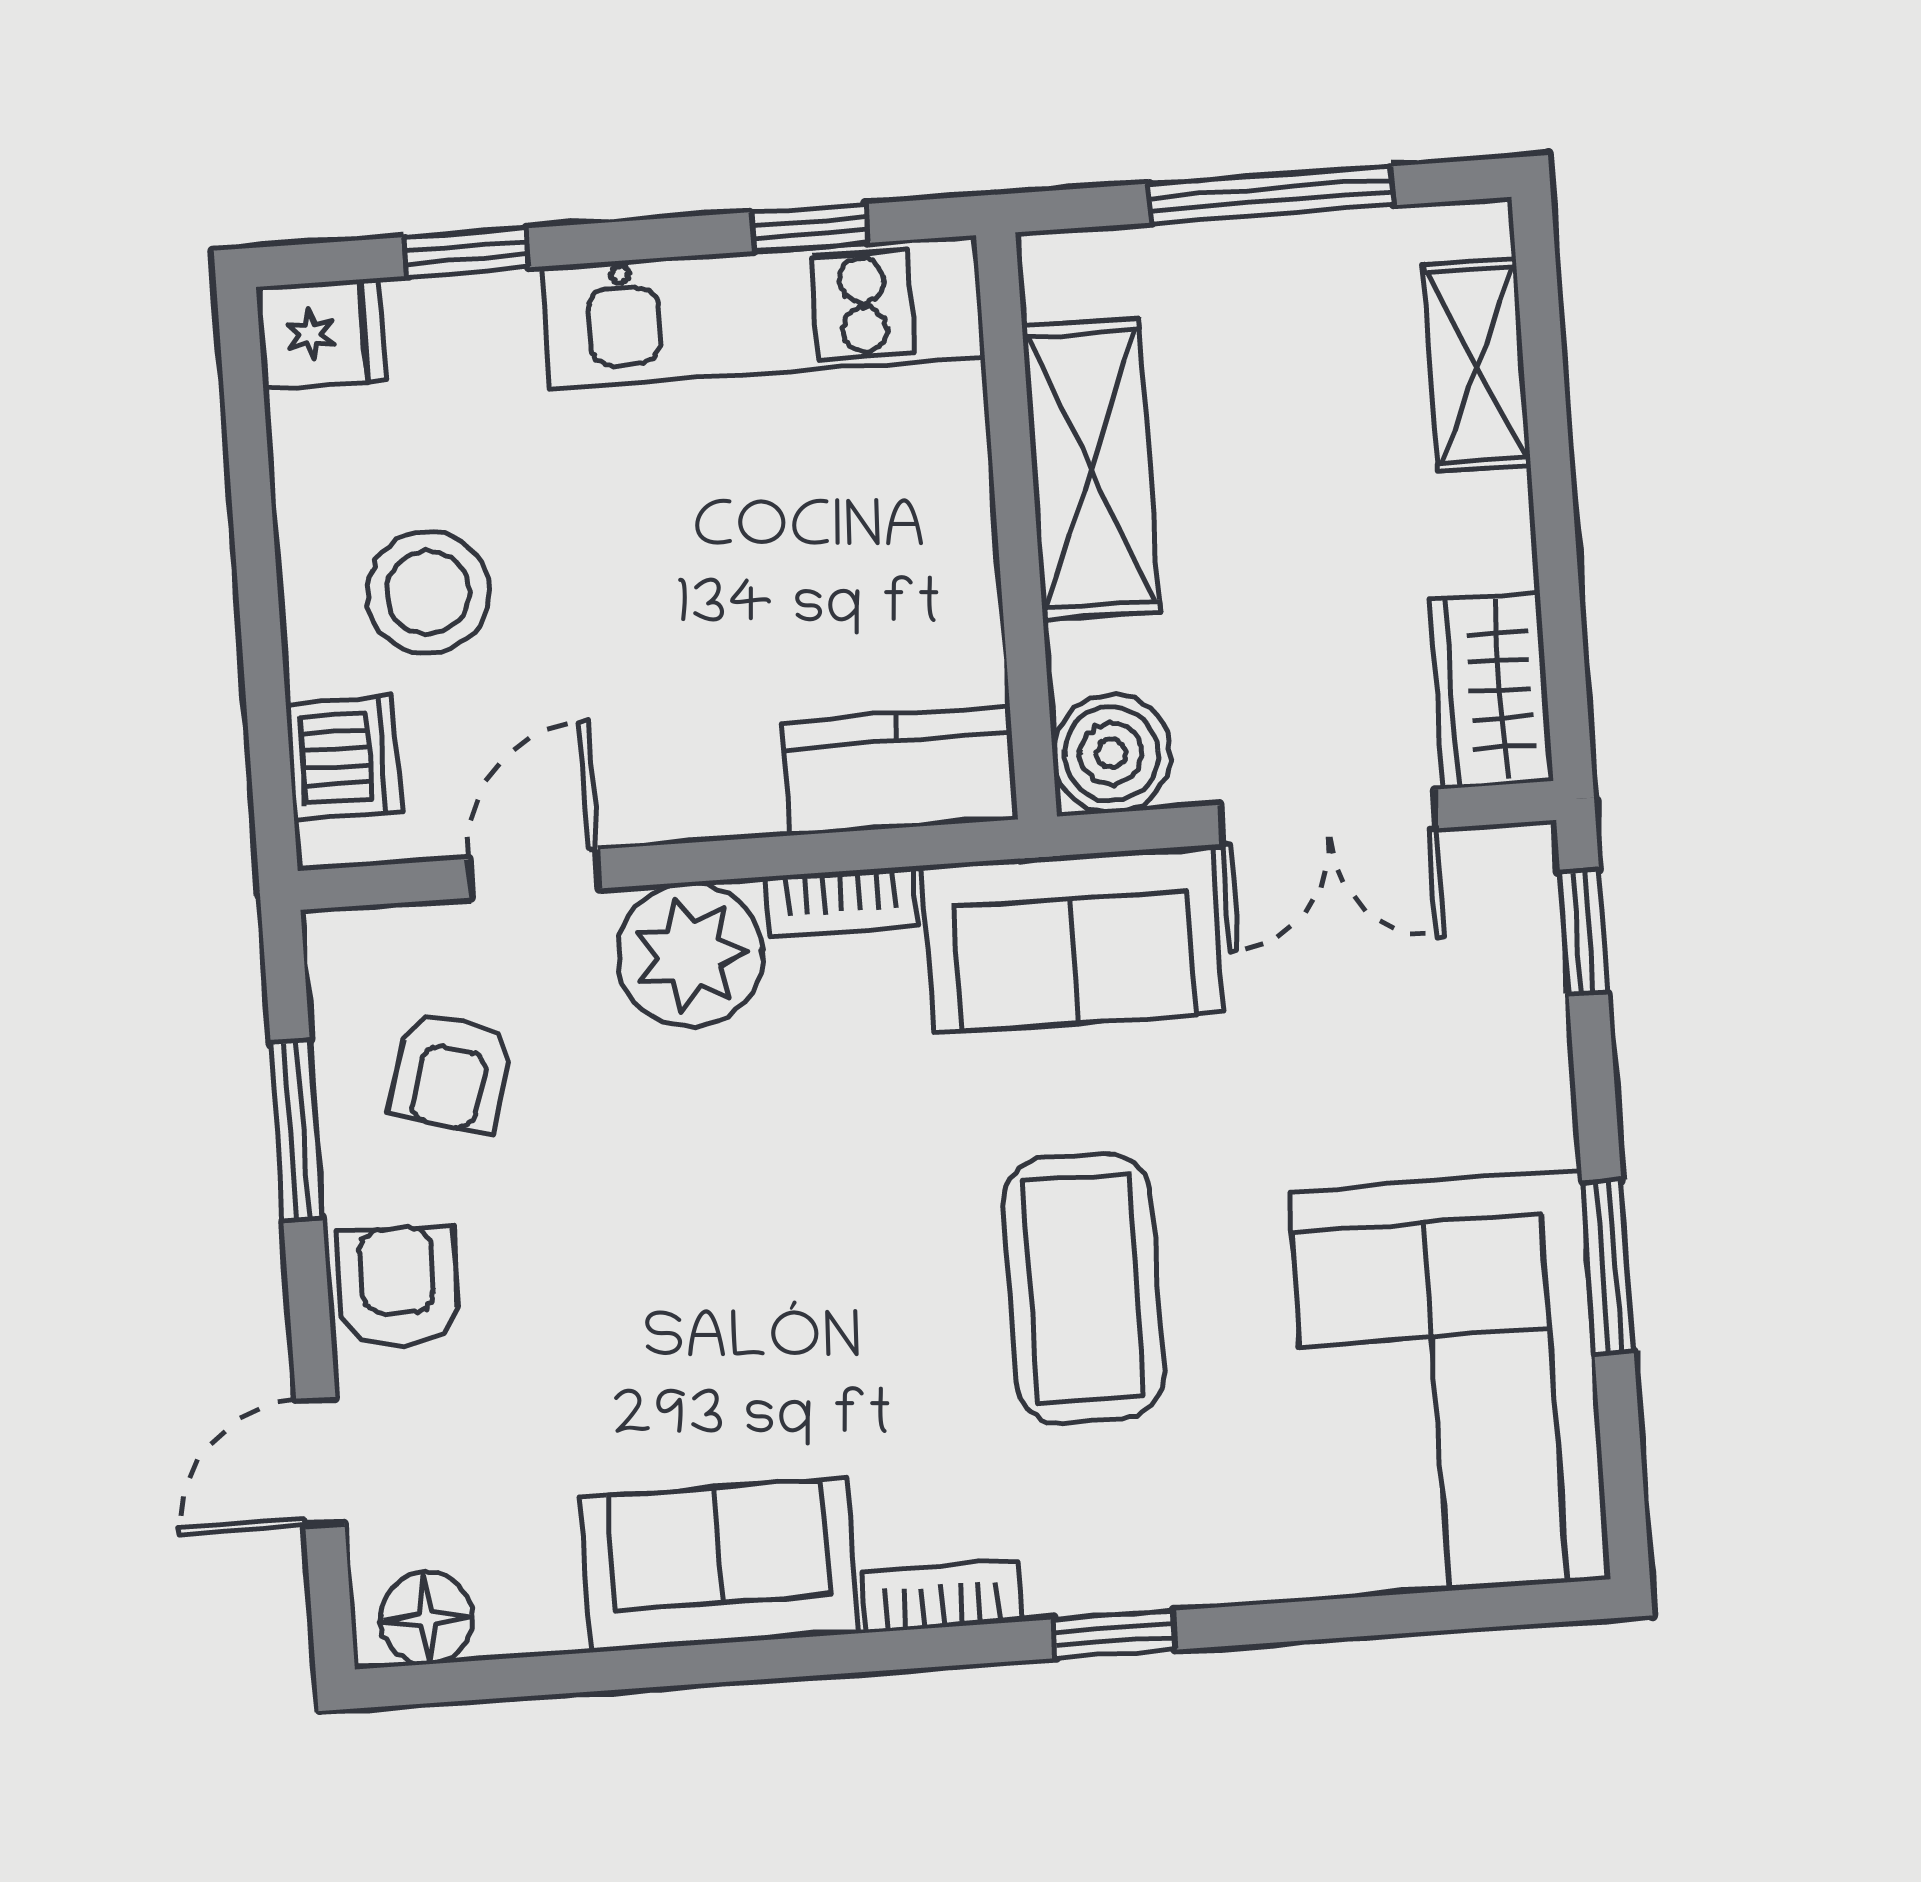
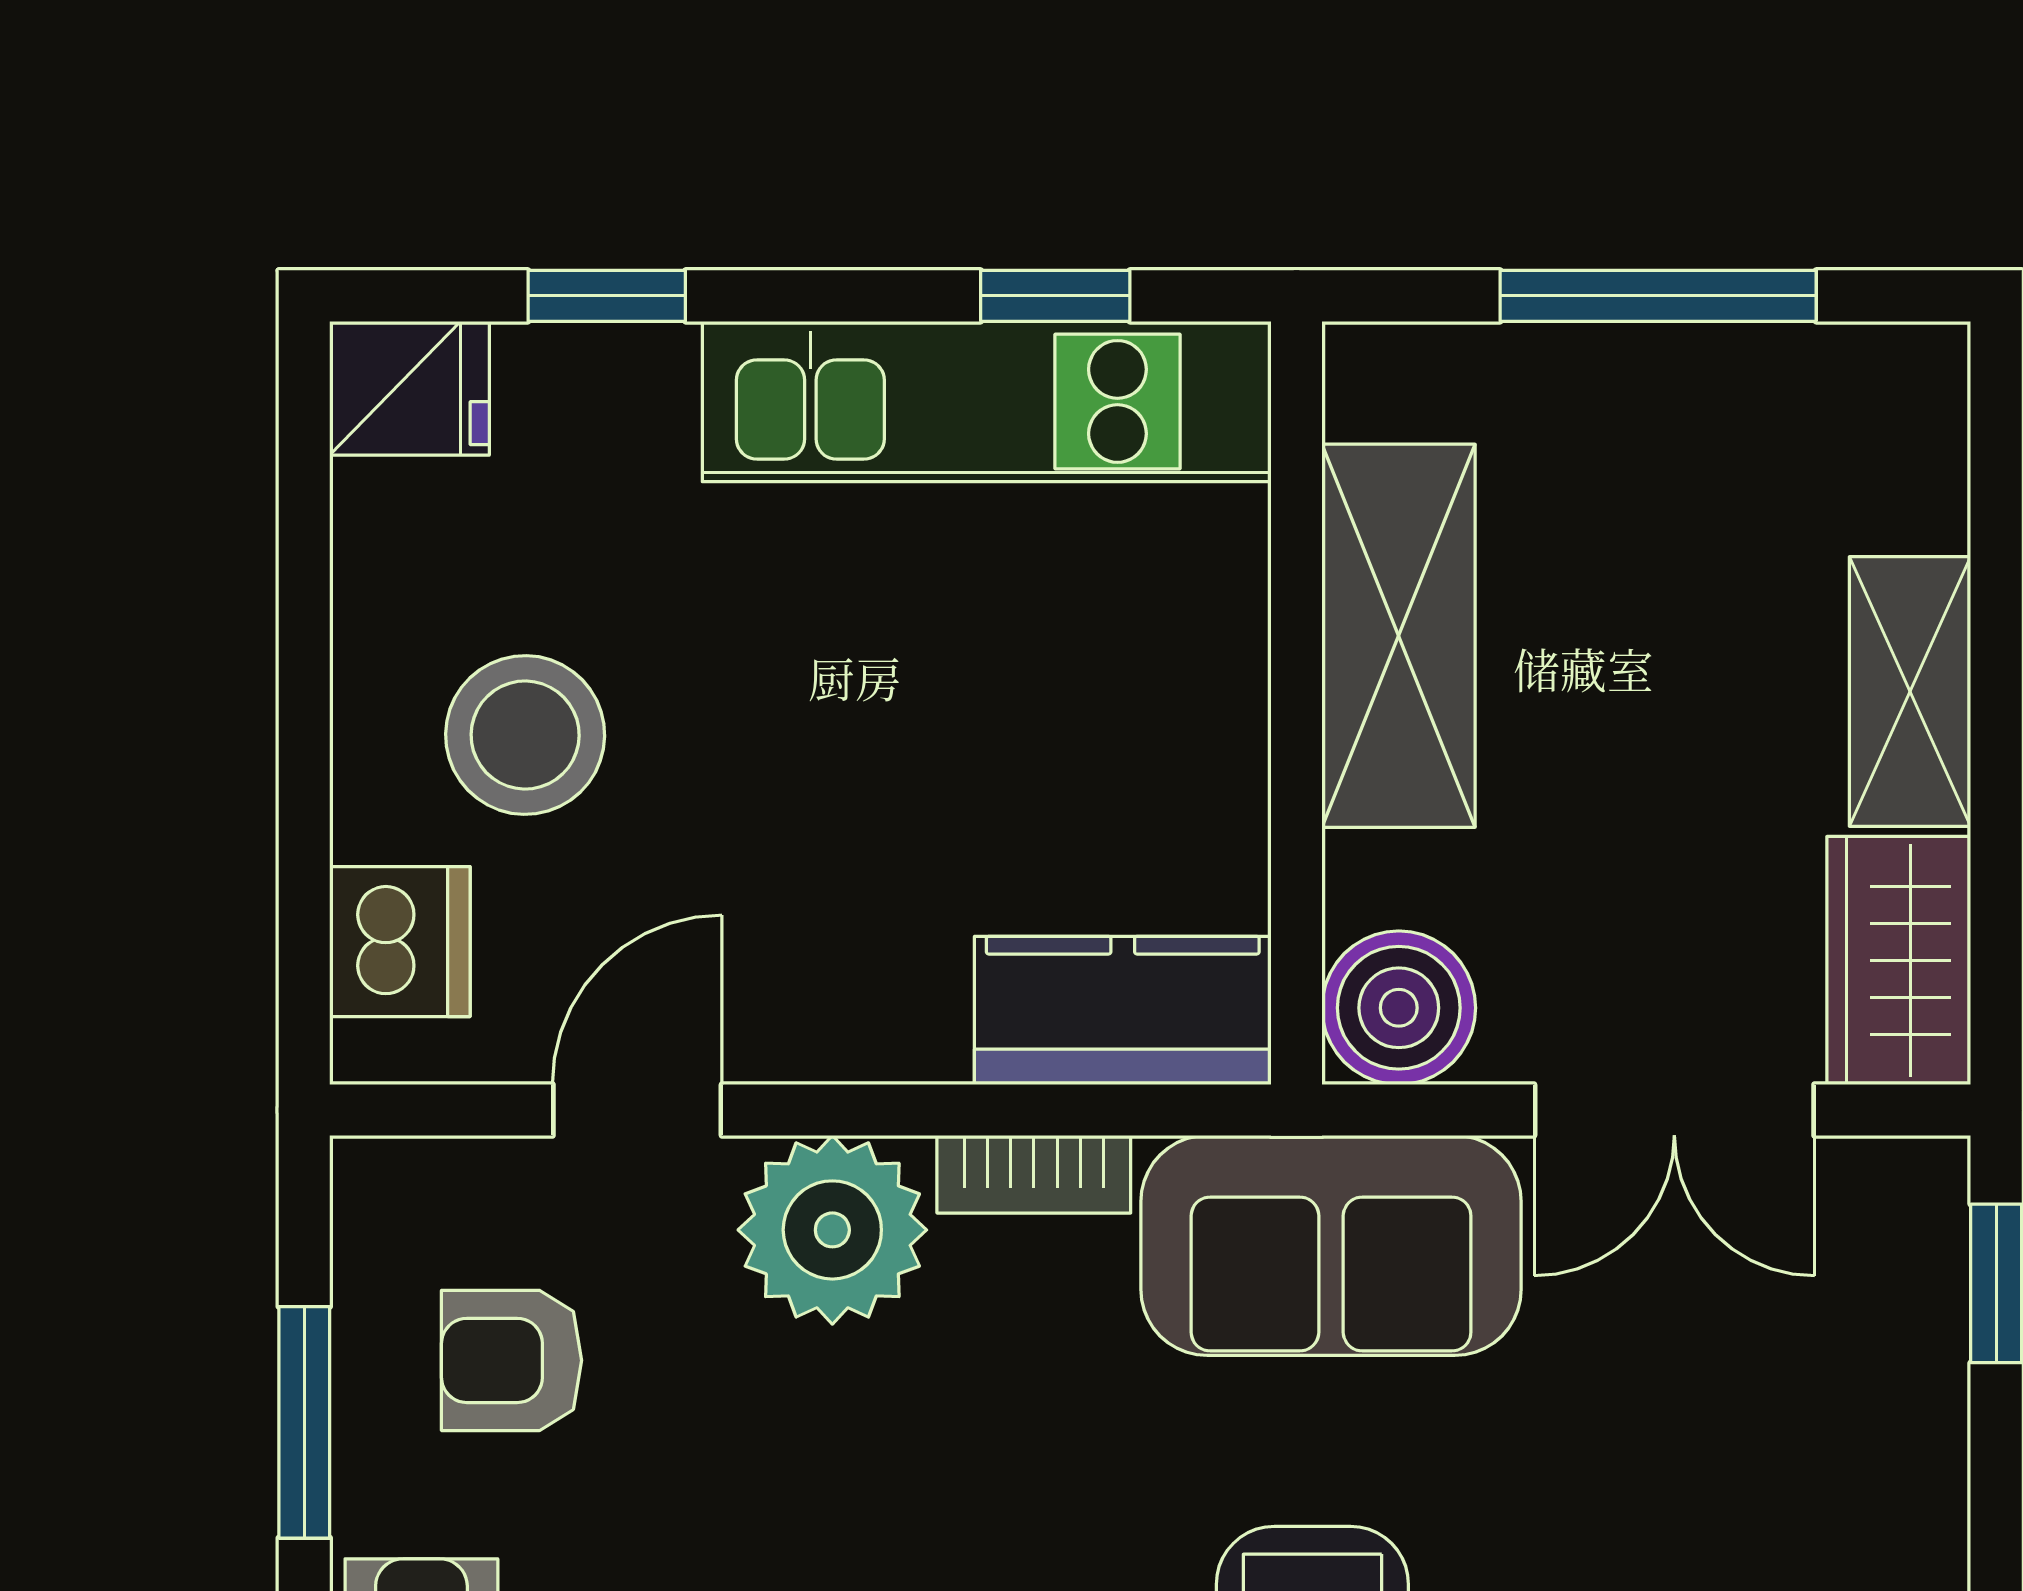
shelving: (1477, 365) -> (1910, 691), moved
armchair: (452, 1072) -> (512, 1360), turned 73

